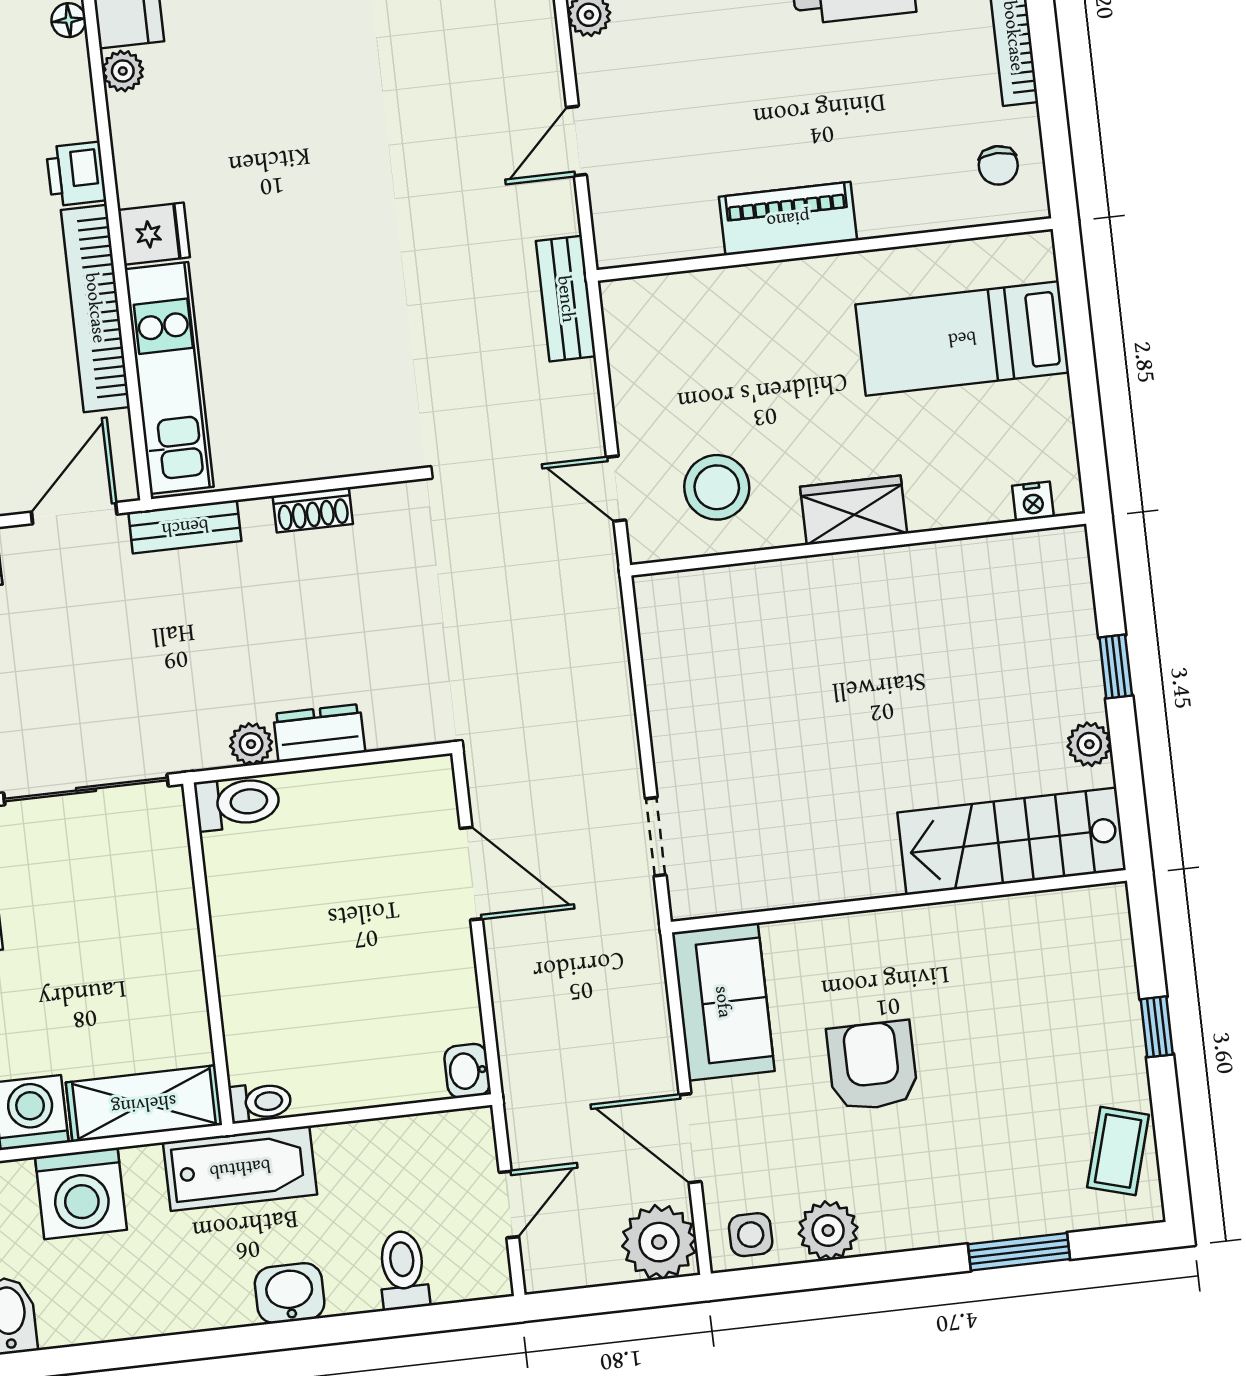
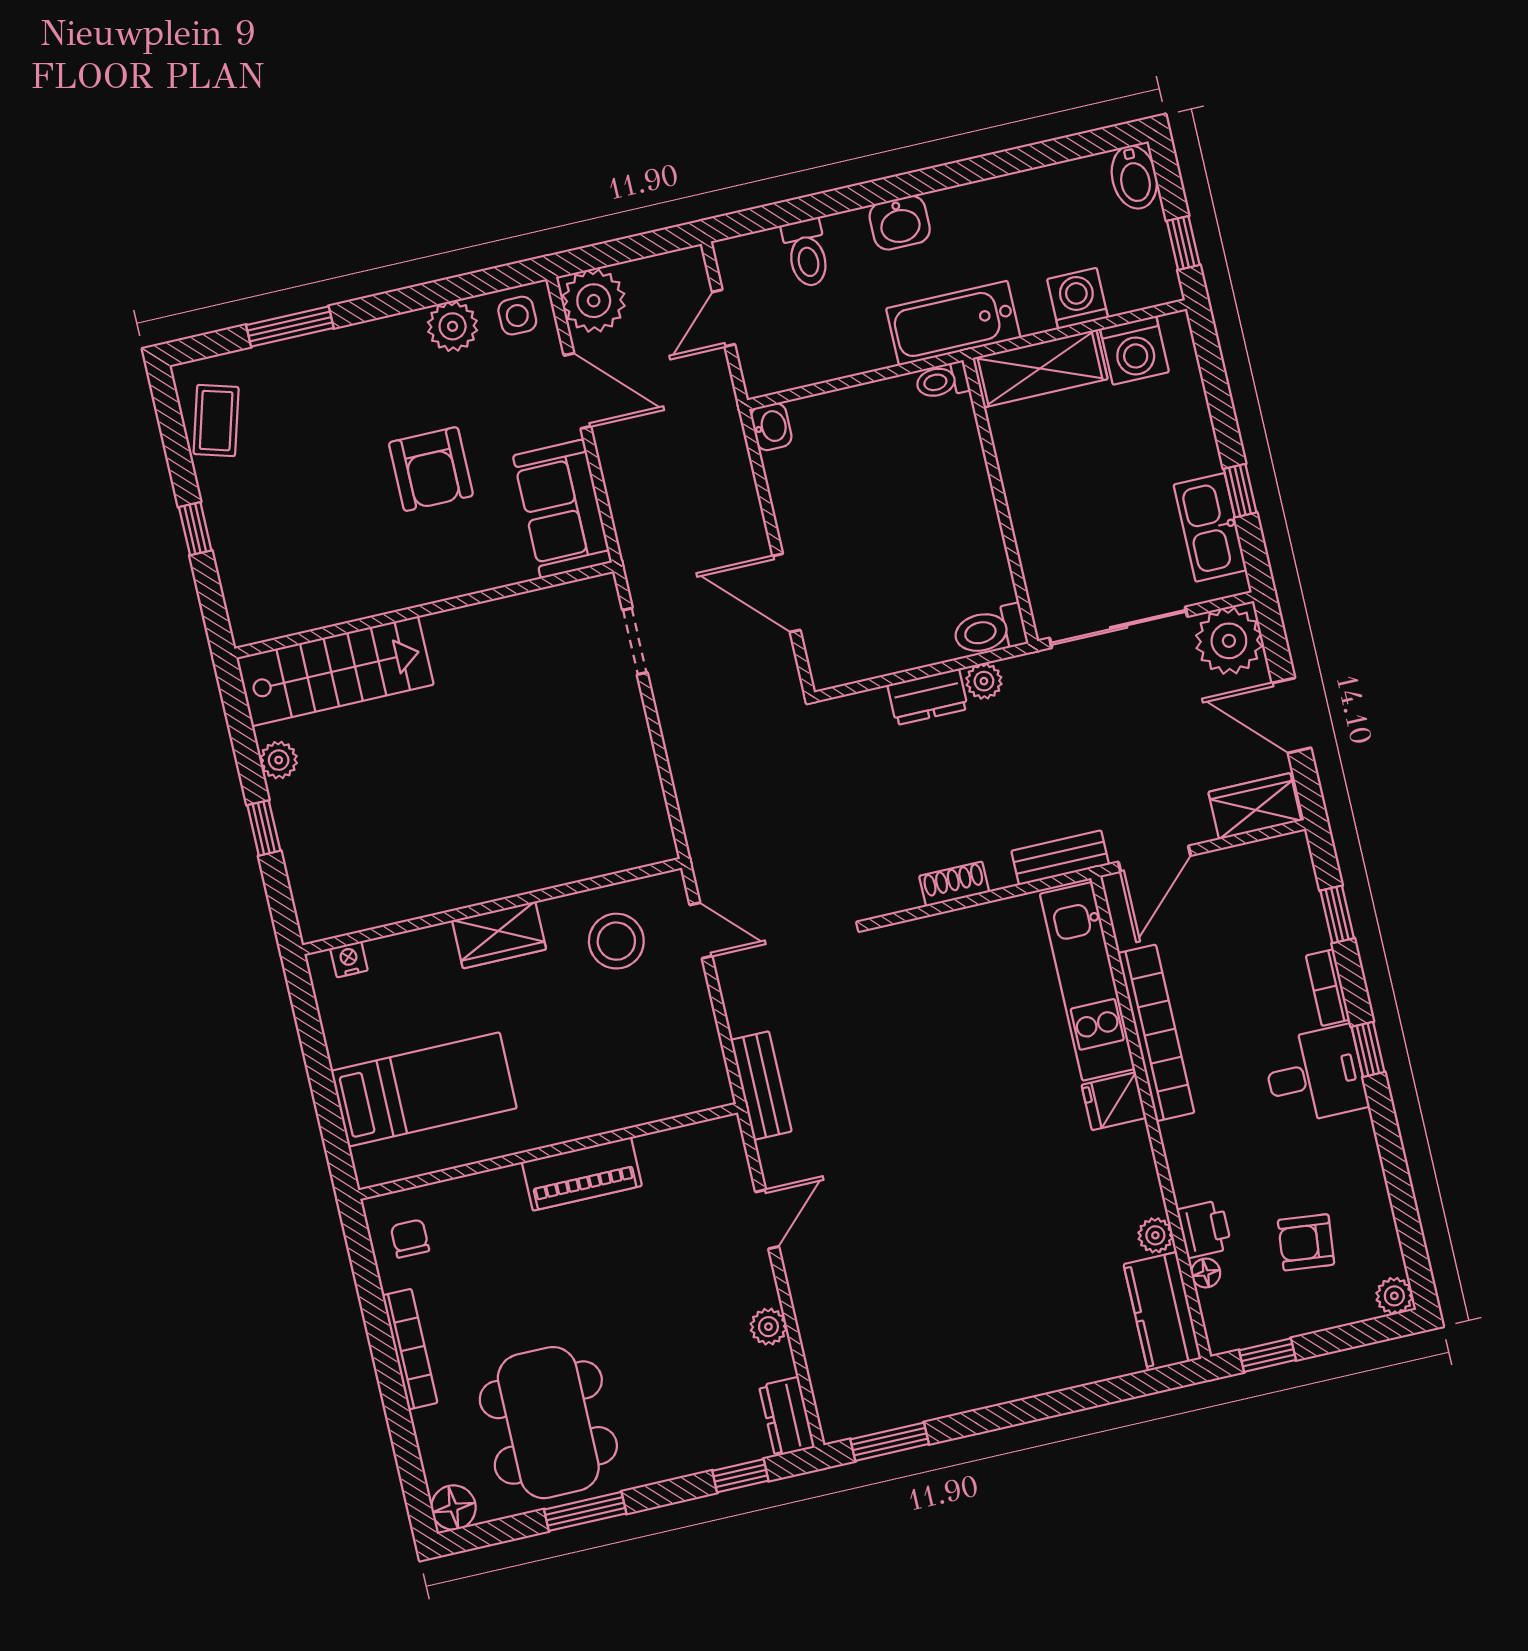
printer: (76, 174) -> (1204, 1229), moved
washing machine: (81, 1193) -> (1078, 298), width x0.73, depth x0.73

